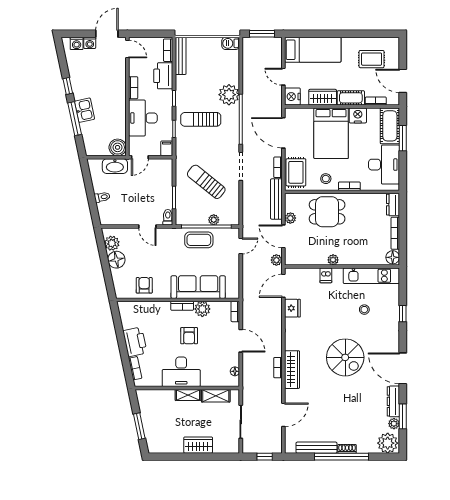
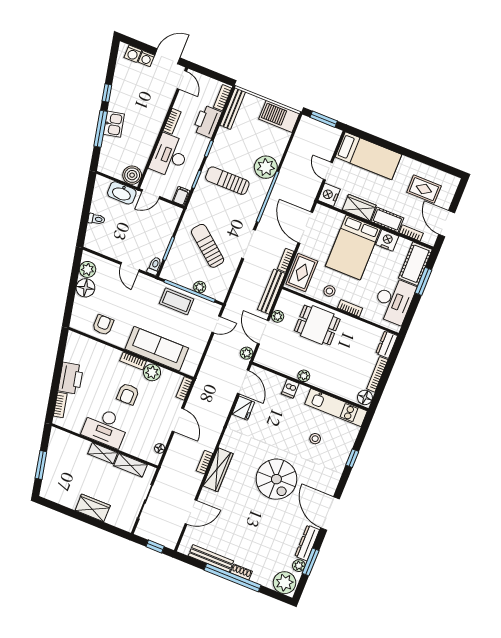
barbecue: (231, 43) -> (279, 116), width x1.88, depth x1.53
door: (283, 286) -> (243, 382), swing flipped

